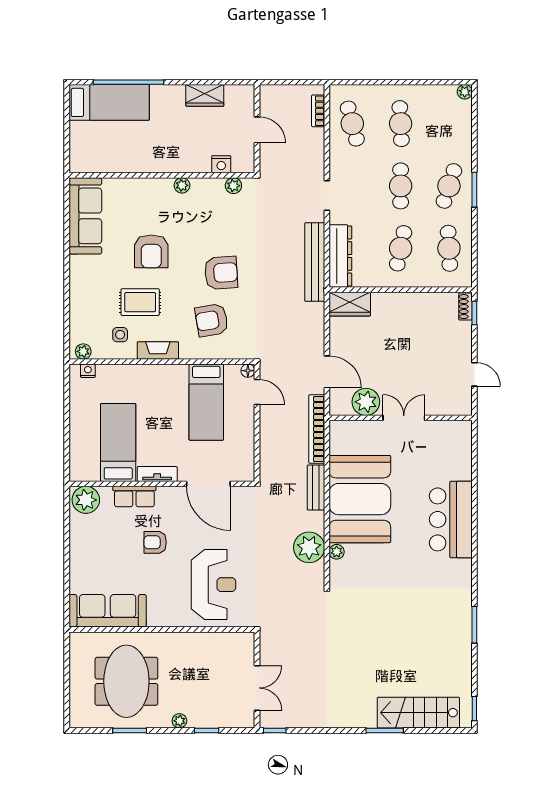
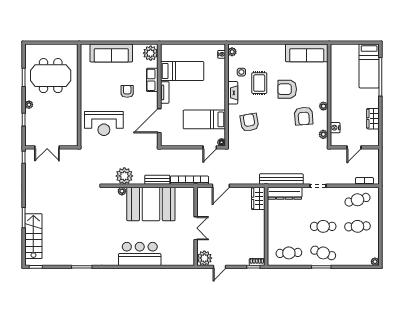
cafe table: (401, 248) -> (289, 226), removed
armchair: (221, 273) -> (304, 116), moved
plant: (366, 402) -> (204, 258), moved
sofa: (108, 611) -> (111, 53), moved, turned 90

